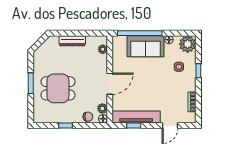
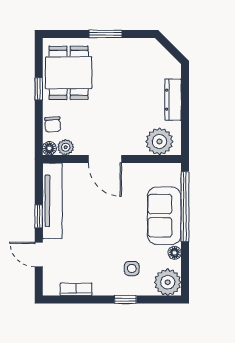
plant: (103, 49) -> (159, 141), width x1.88, depth x1.88
dining table: (58, 88) -> (69, 73), moved
window: (134, 126) -> (39, 216), moved

